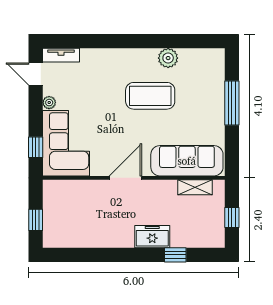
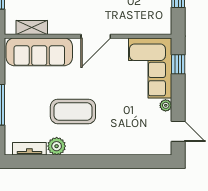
tv unit: (61, 55) -> (29, 149), moved

